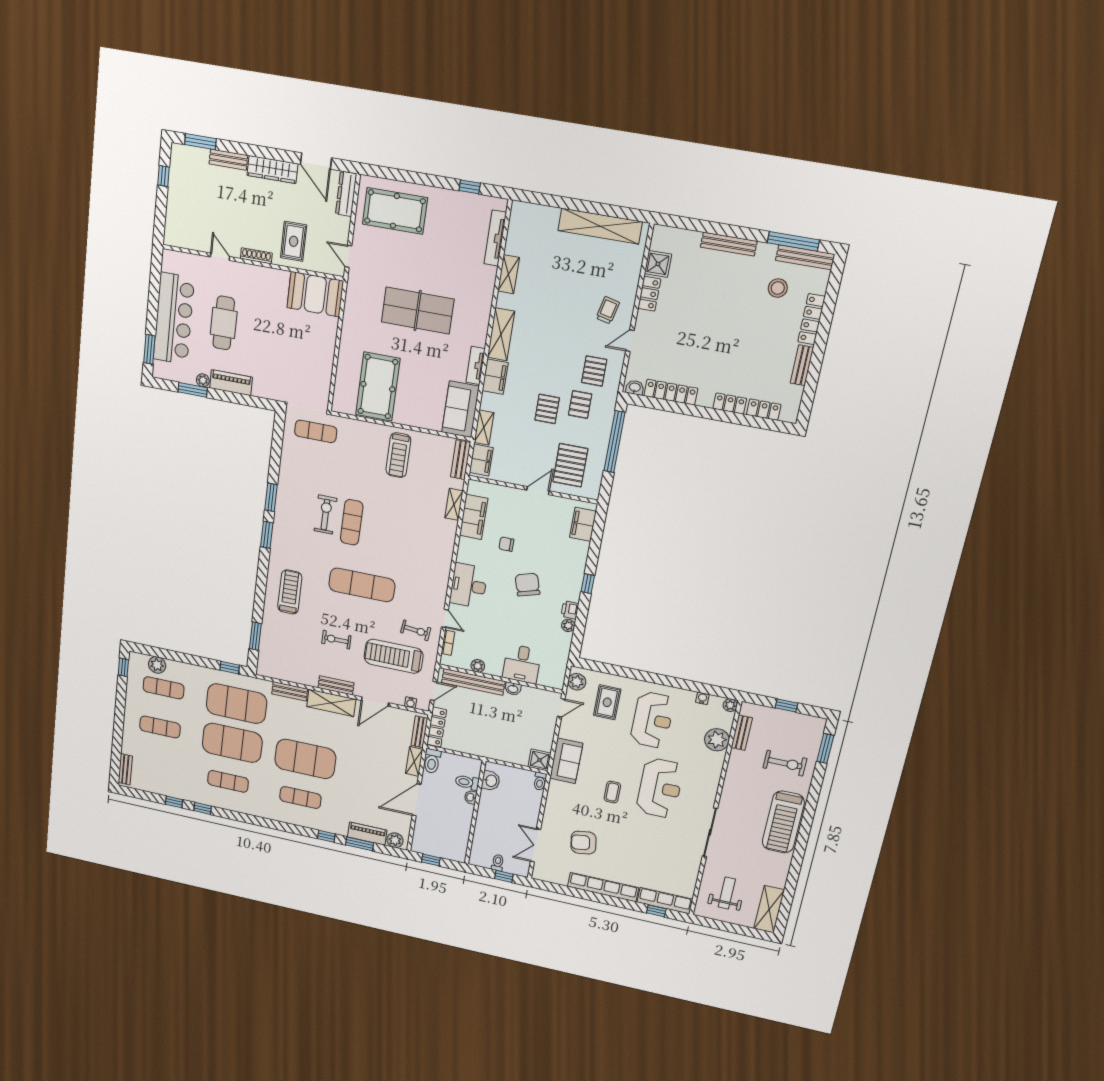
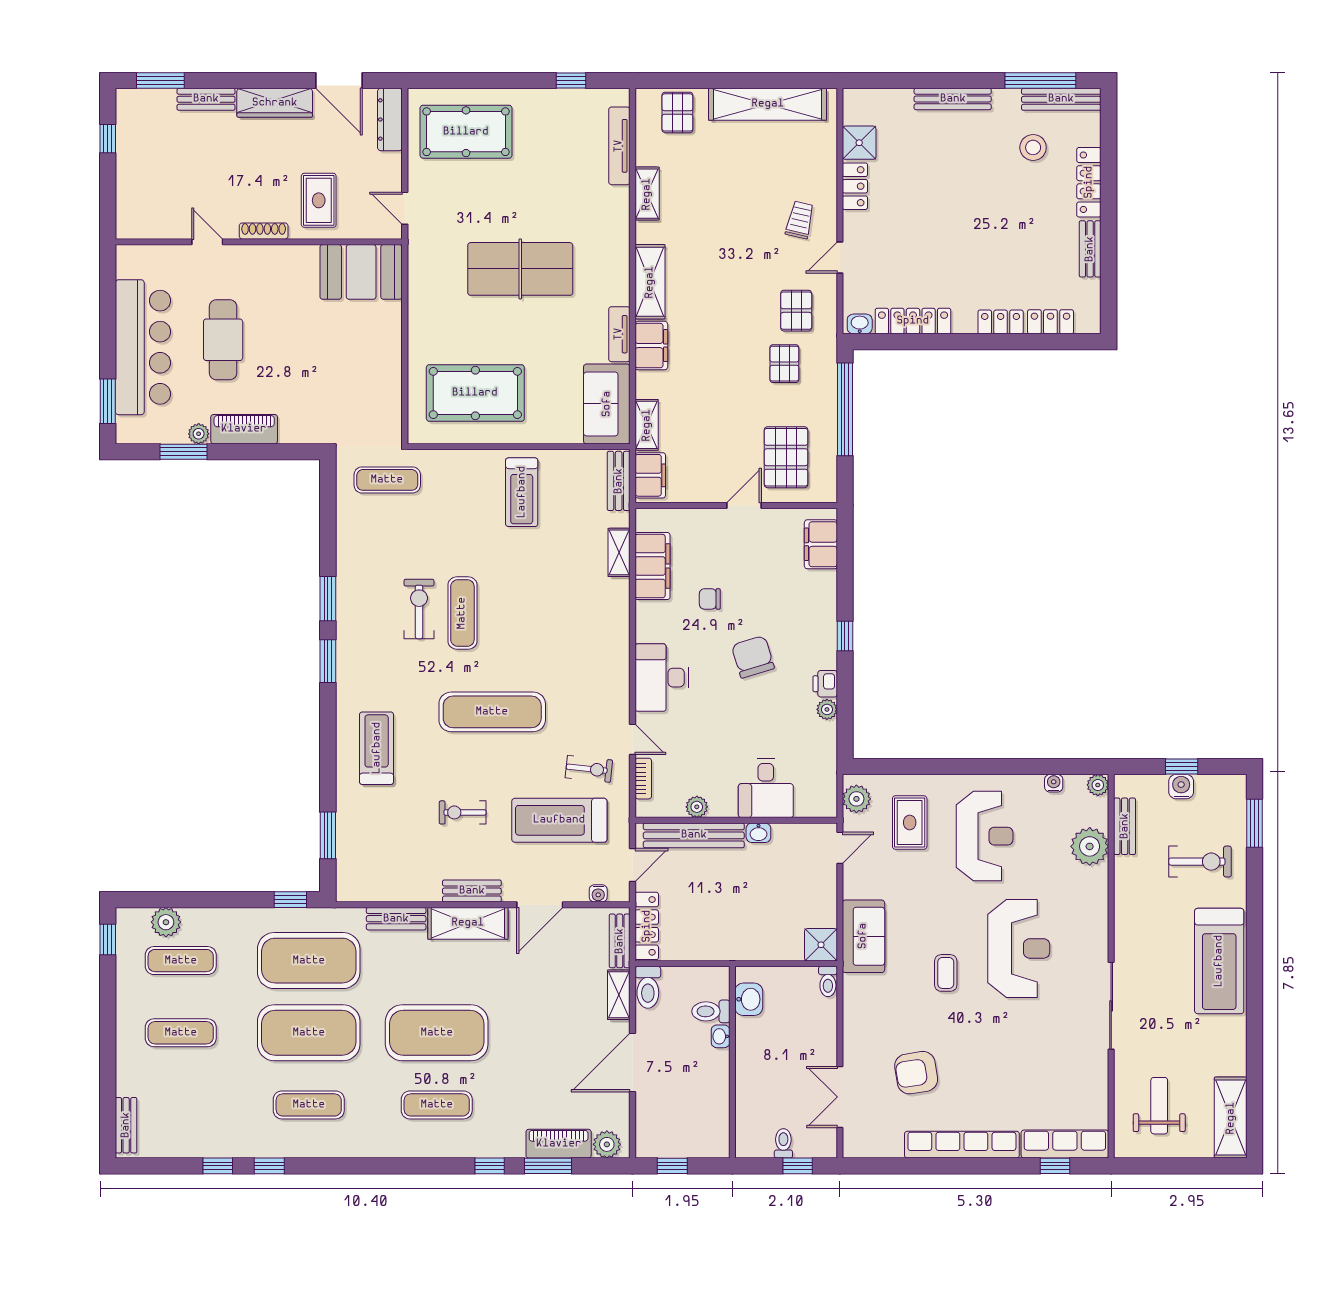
pool table: (378, 387) -> (475, 393), turned 90
pallet: (547, 409) -> (677, 112), moved
water cooler: (783, 717) -> (1181, 787), added

